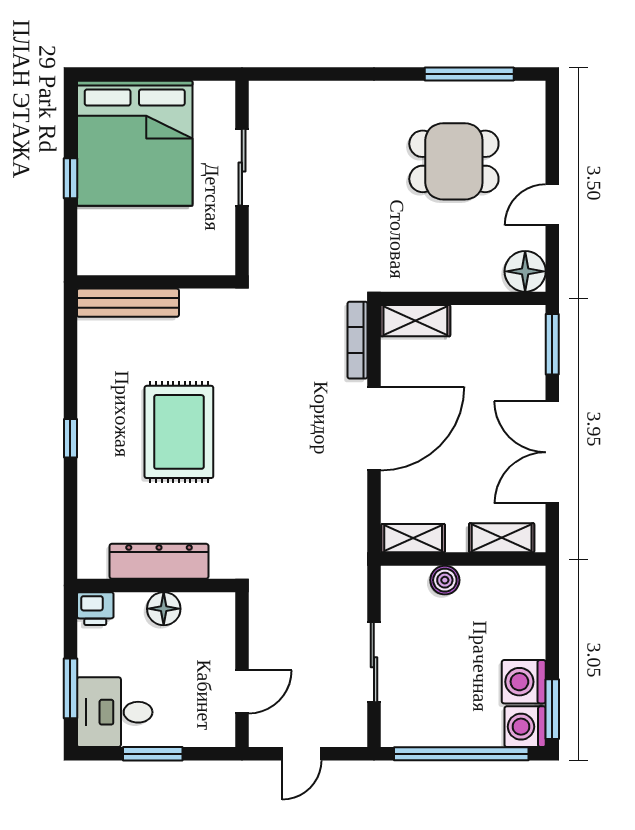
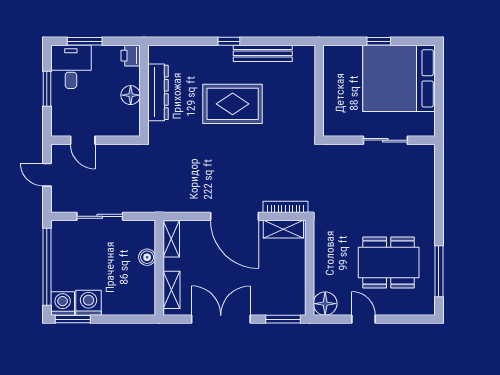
dining table: (454, 161) -> (389, 262), width x1.38
bench: (128, 303) -> (263, 53), moved, turned 90
shelving: (415, 321) -> (283, 229), moved, turned 90

